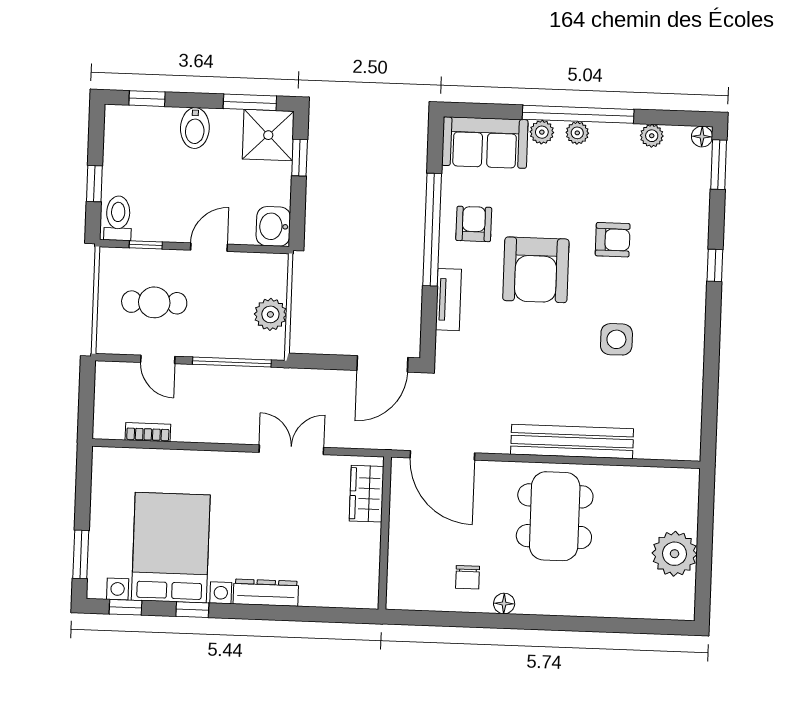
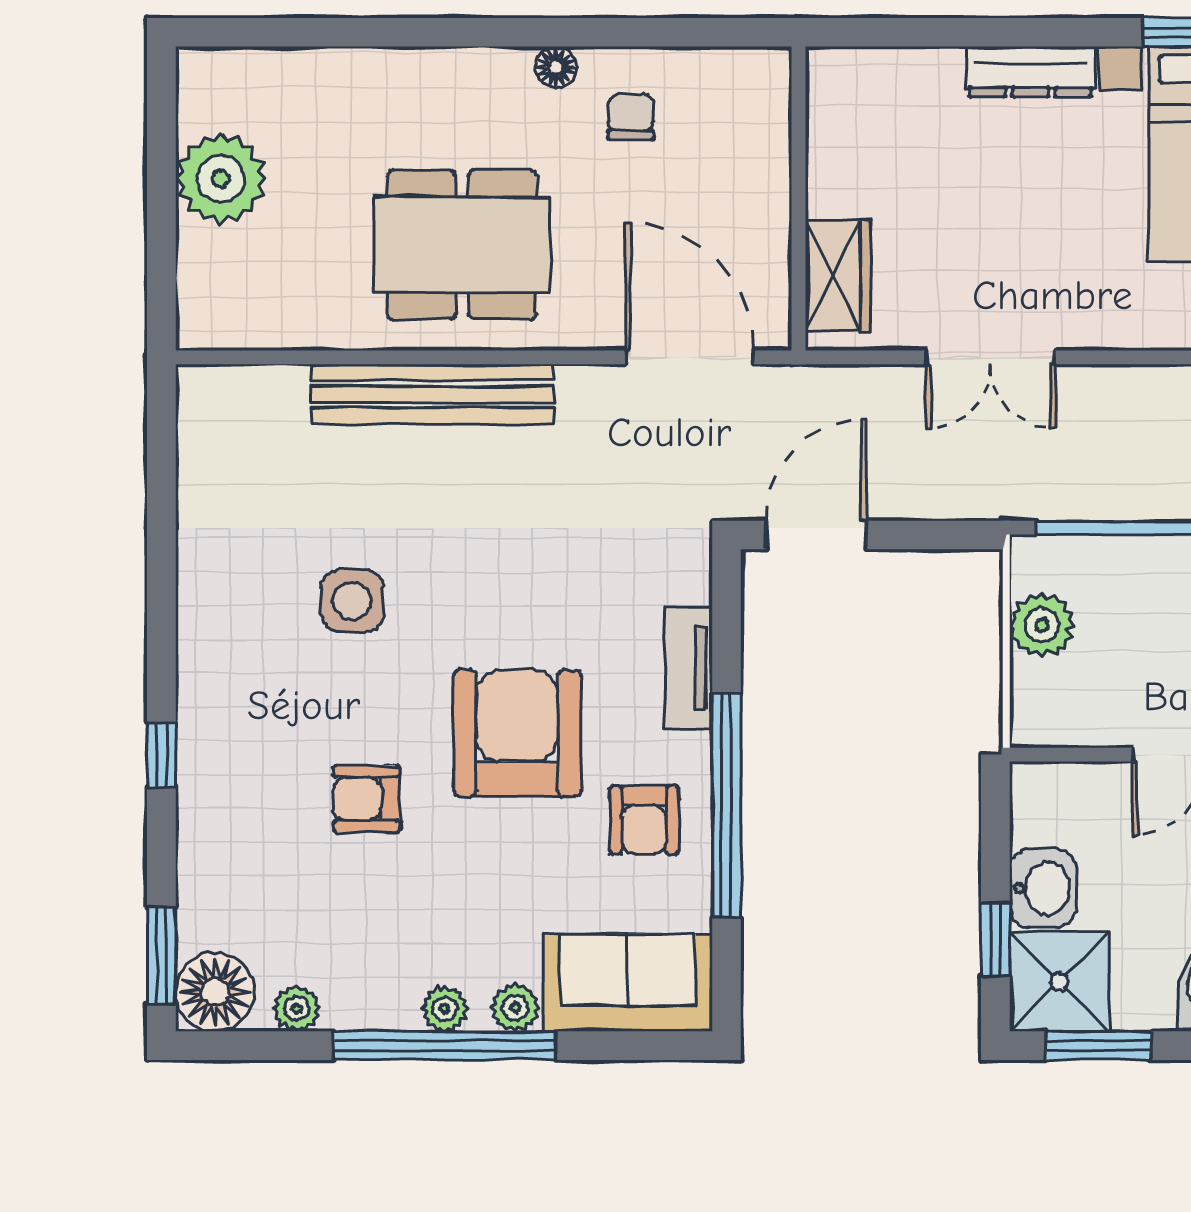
floor lamp: (702, 137) -> (215, 992), width x1.89, depth x1.89
washbasin: (273, 226) -> (1043, 888), moved
dining table: (555, 516) -> (462, 245), turned 90

